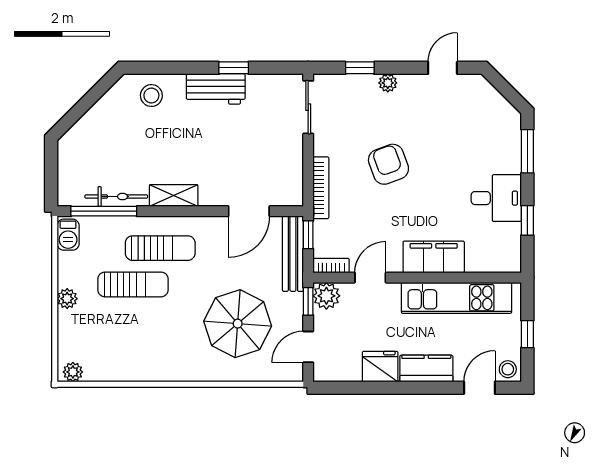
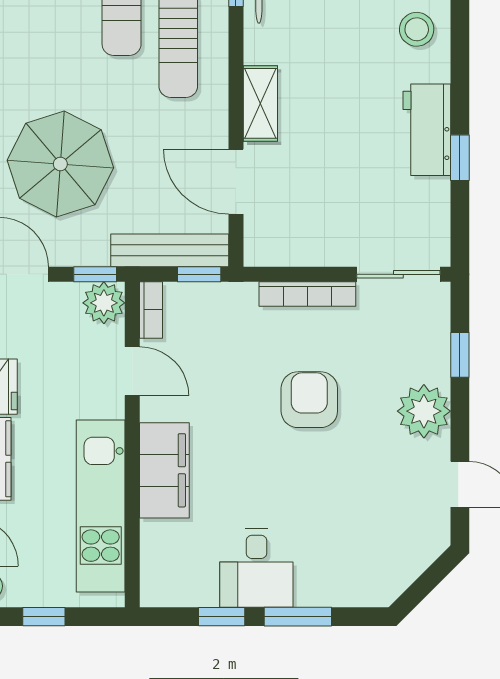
plant: (388, 83) -> (424, 411), width x1.88, depth x1.88
window: (527, 151) -> (298, 617), moved
armchair: (388, 164) -> (309, 400), turned -70
bookcase: (321, 188) -> (307, 294), moved
shelving: (174, 196) -> (260, 103), moved

